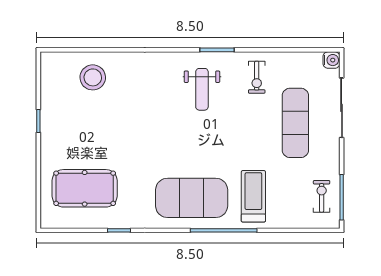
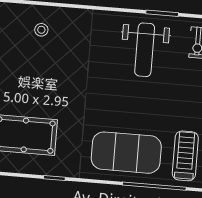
stool: (93, 77) -> (41, 30), width x0.53, depth x0.53
weight bench: (202, 89) -> (145, 50), width x1.36, depth x1.33

